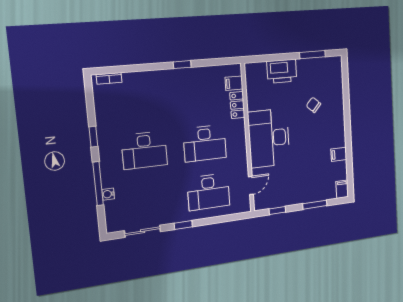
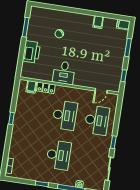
desk: (269, 138) -> (64, 73), width x0.53, depth x0.77
door: (251, 185) -> (101, 91), swing flipped

